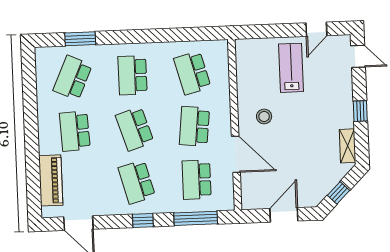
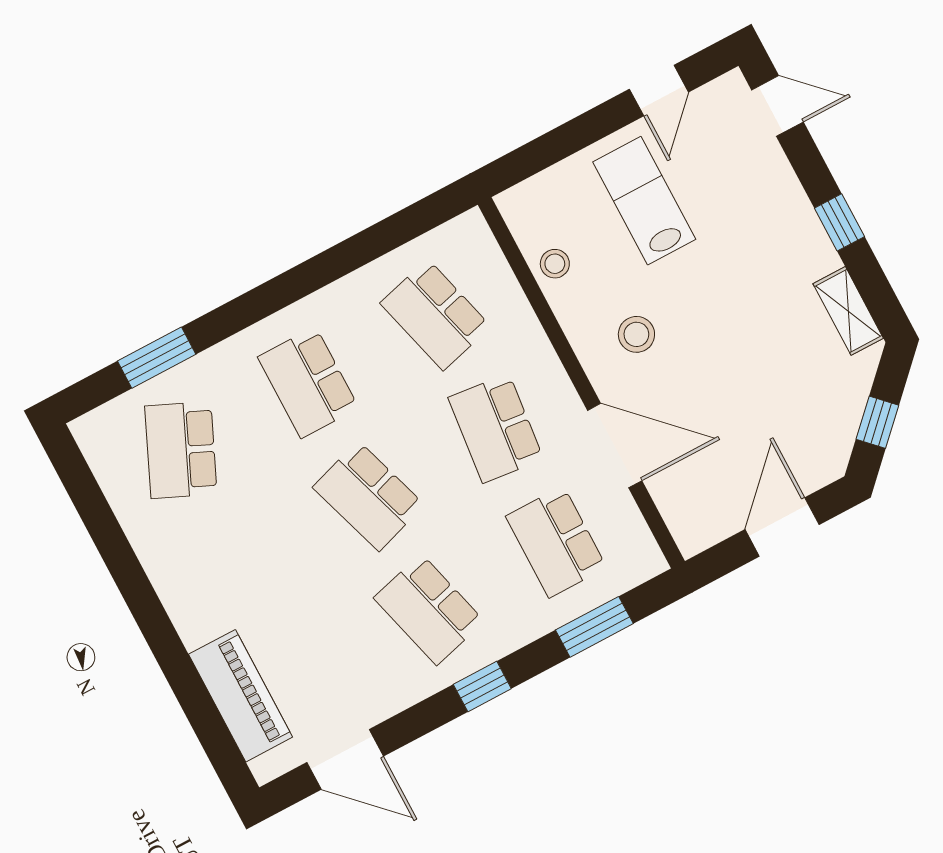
stool: (246, 75) -> (555, 264), added
school desk: (75, 131) -> (241, 564), removed
window: (196, 218) -> (594, 627), width x0.69

